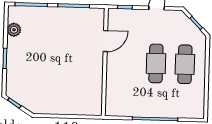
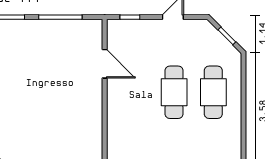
door: (105, 41) -> (105, 64), hinge flipped

